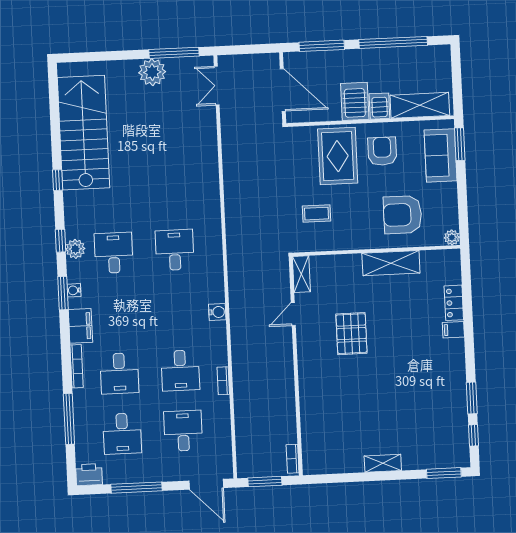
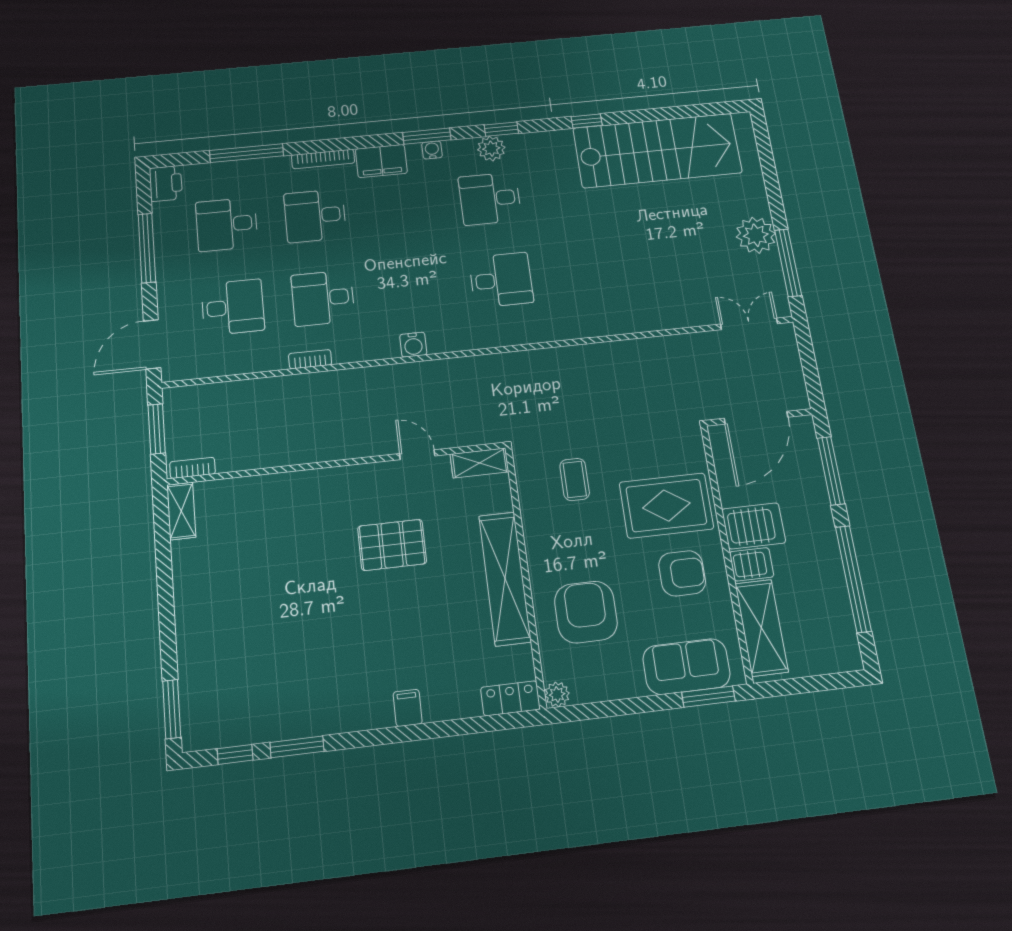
desk: (114, 253) -> (490, 199), turned 180
shelving: (391, 263) -> (505, 578), width x1.47
locker: (454, 303) -> (510, 698), moved
shelving: (383, 463) -> (181, 511), moved

